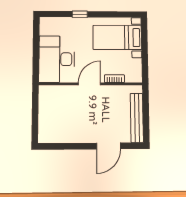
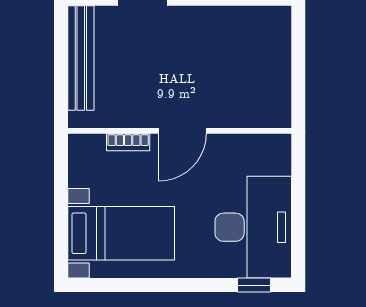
window: (80, 14) -> (254, 285), moved
desk: (57, 59) -> (253, 227), moved

